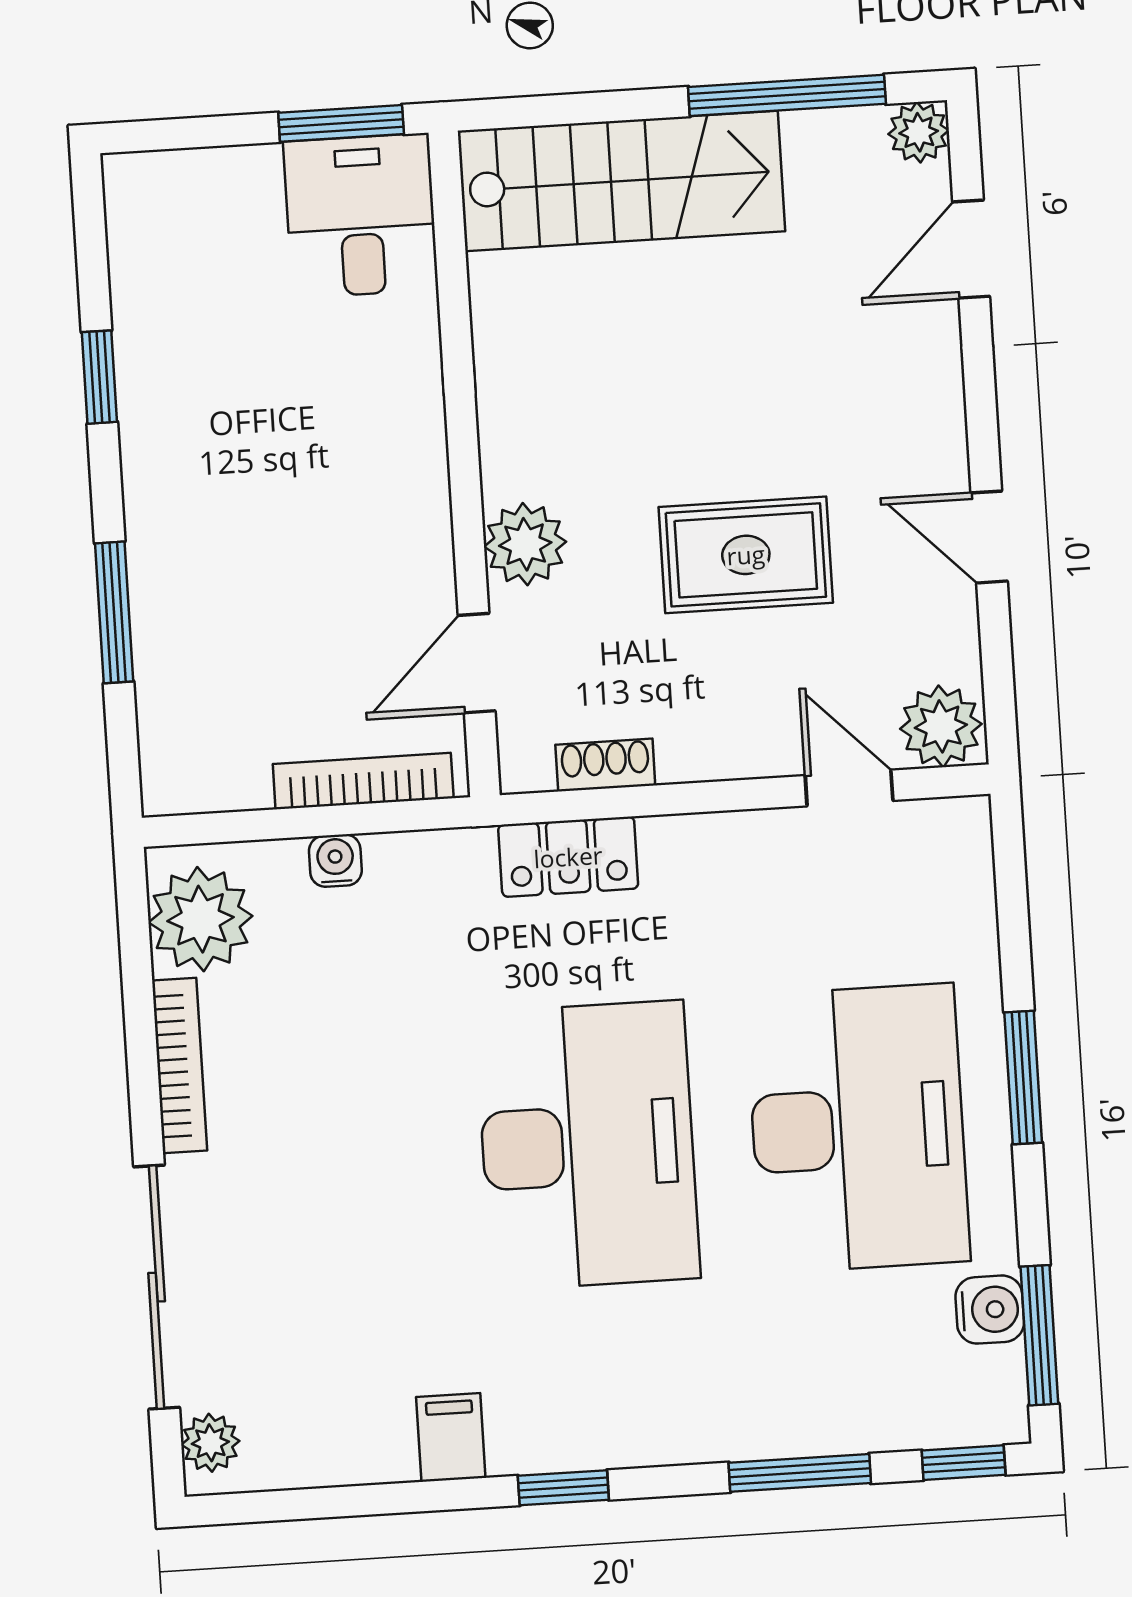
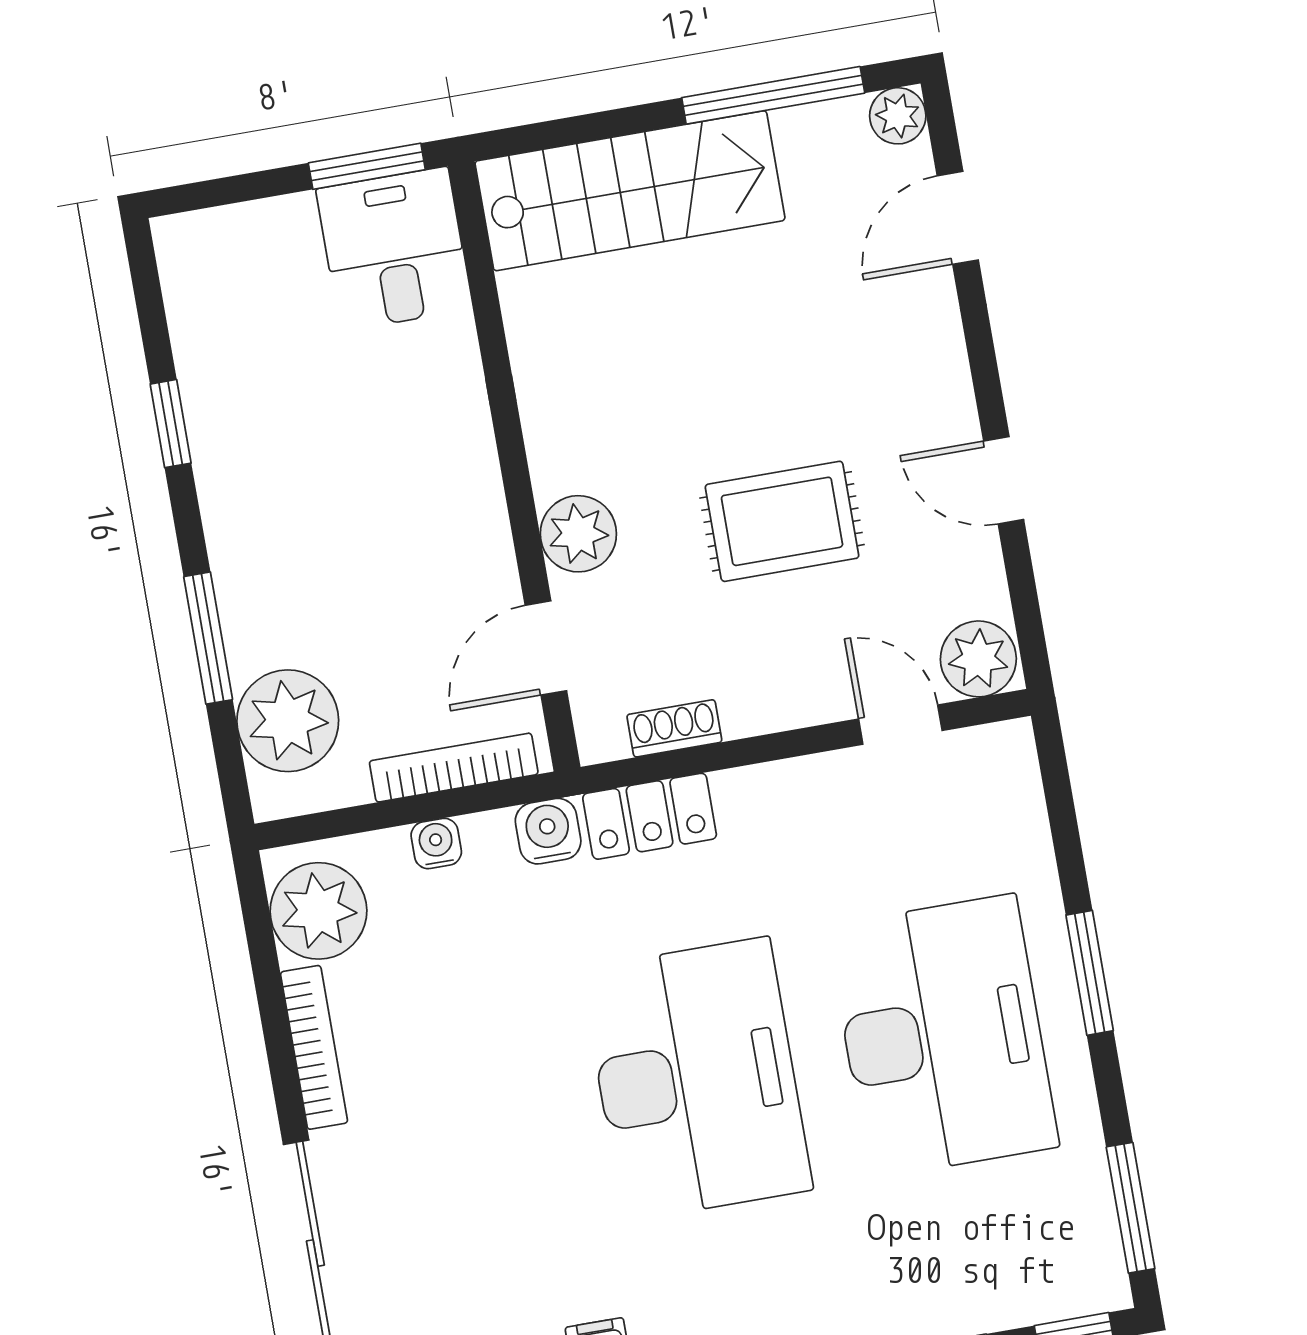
plant: (190, 711) -> (288, 721), added
water cooler: (990, 1310) -> (548, 831), moved, turned -90

